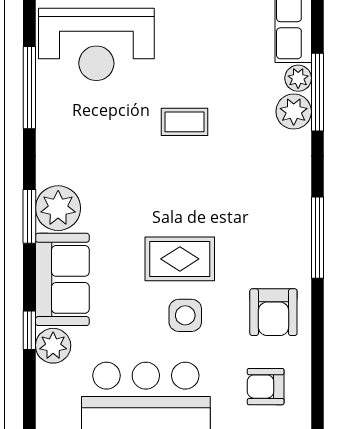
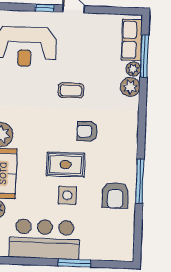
window: (318, 92) -> (144, 56), moved
window: (318, 238) -> (140, 181), moved
armchair: (266, 387) -> (87, 131), moved

